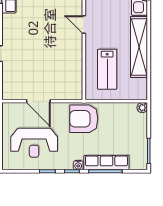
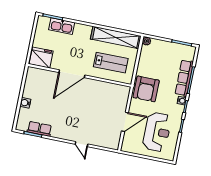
door: (84, 25) -> (72, 74), width x1.87
shelving: (139, 47) -> (116, 37), moved

